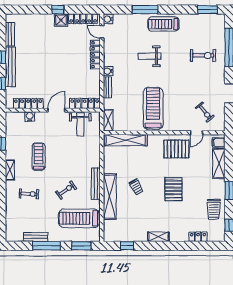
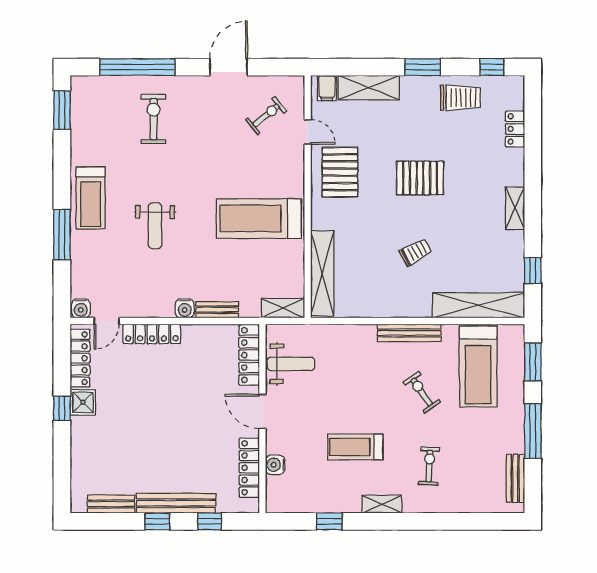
shelving: (110, 197) -> (479, 305), moved
bench: (36, 237) -> (515, 478), moved

